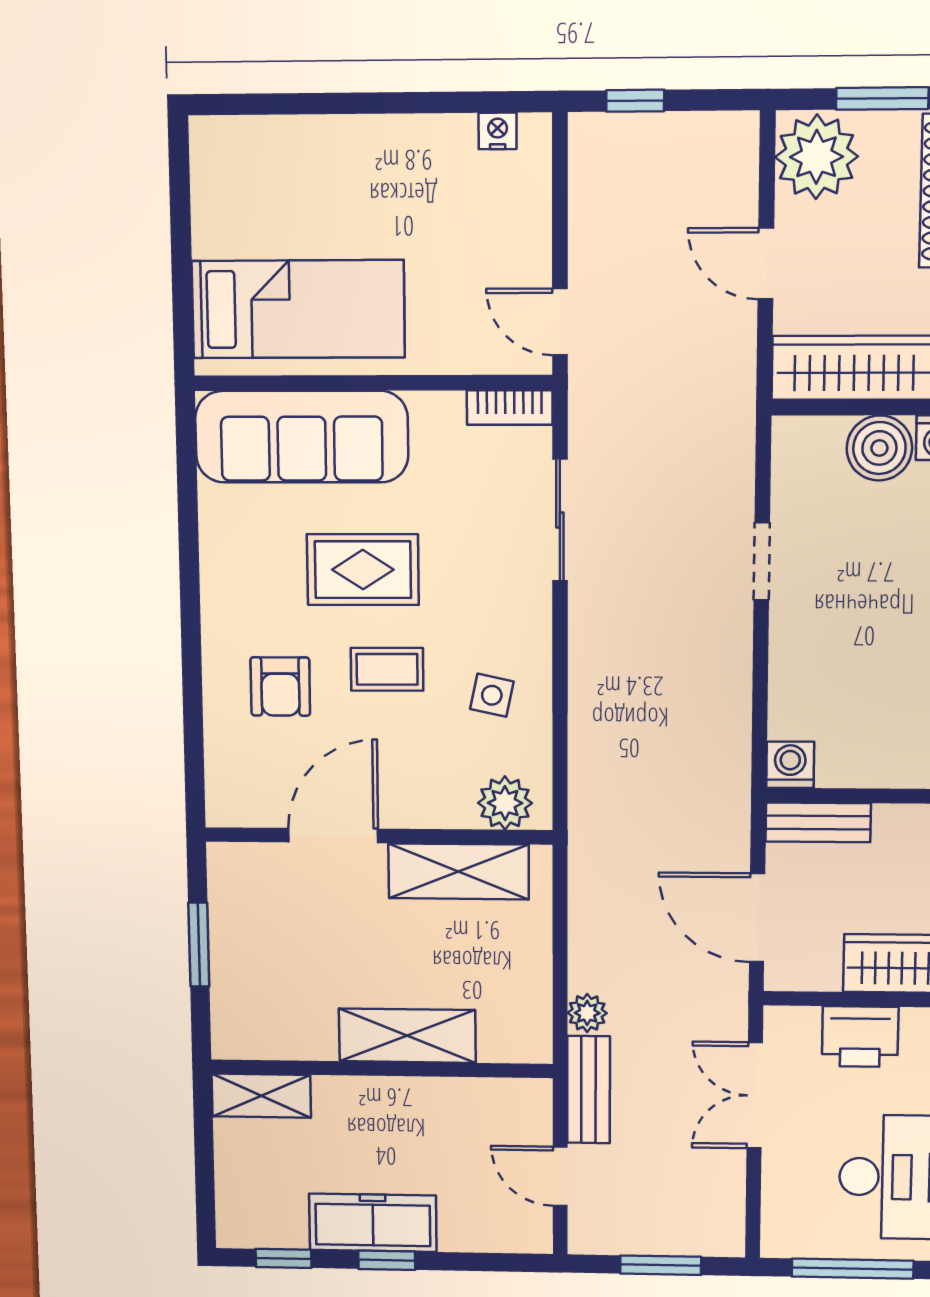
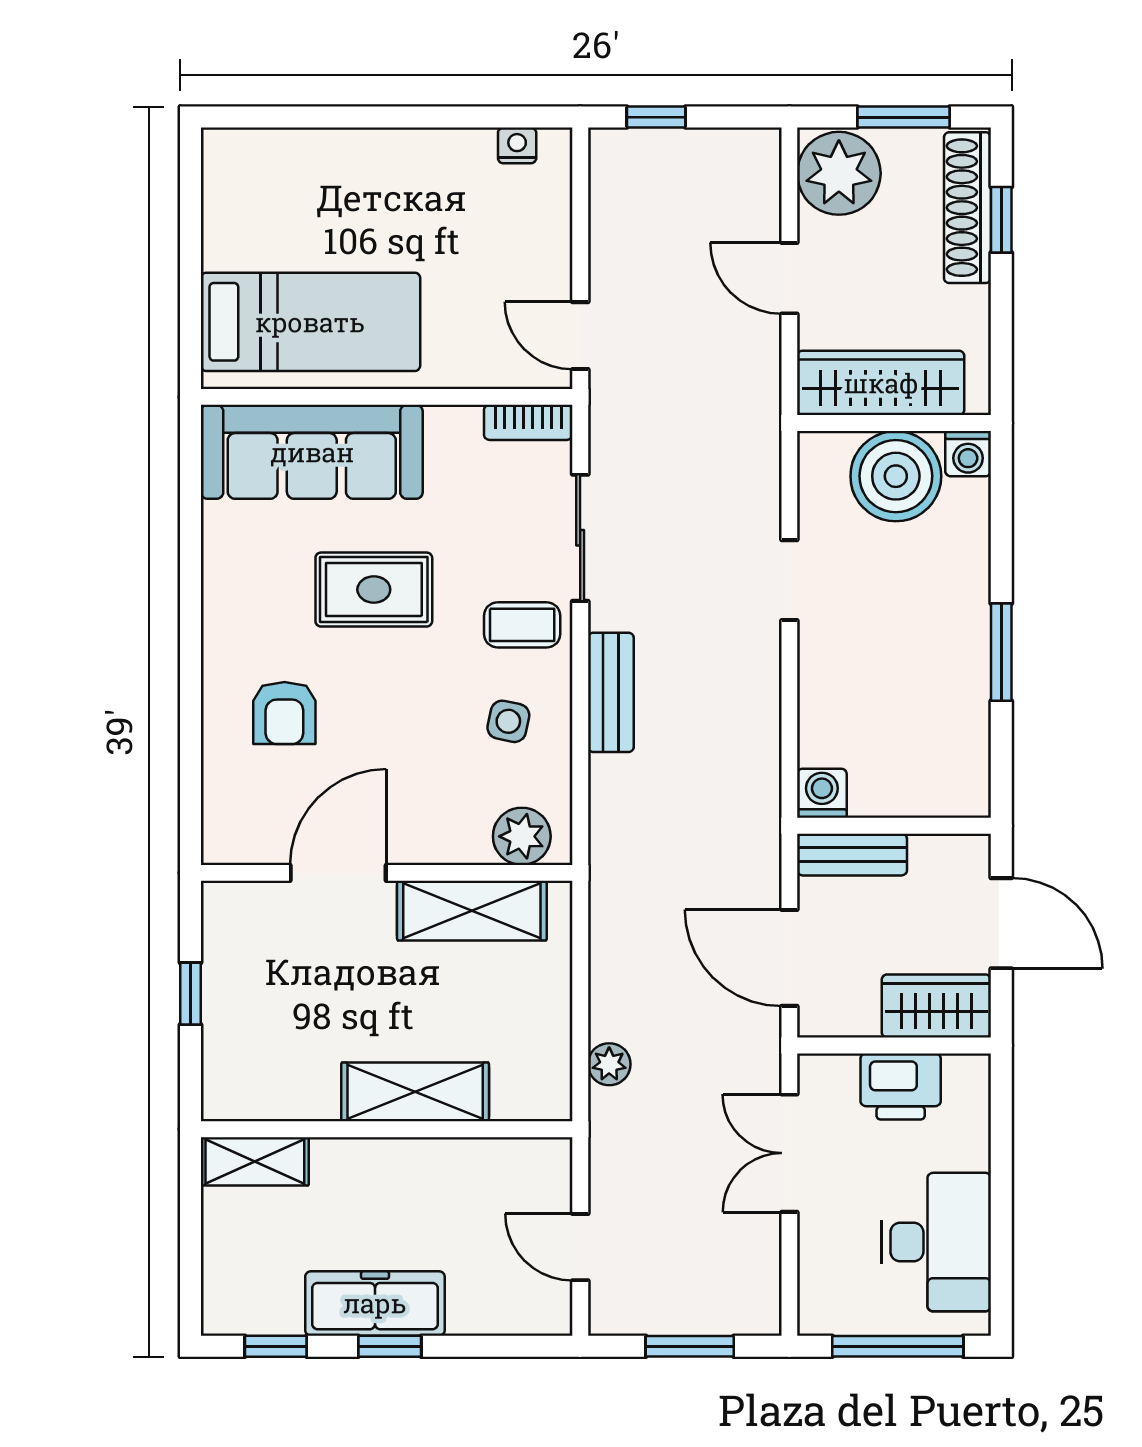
boiler: (879, 448) -> (896, 476), width x1.37, depth x1.37
coffee table: (387, 669) -> (522, 625), moved
window: (199, 945) -> (190, 994), width x0.67
bench: (589, 1090) -> (611, 692), moved

